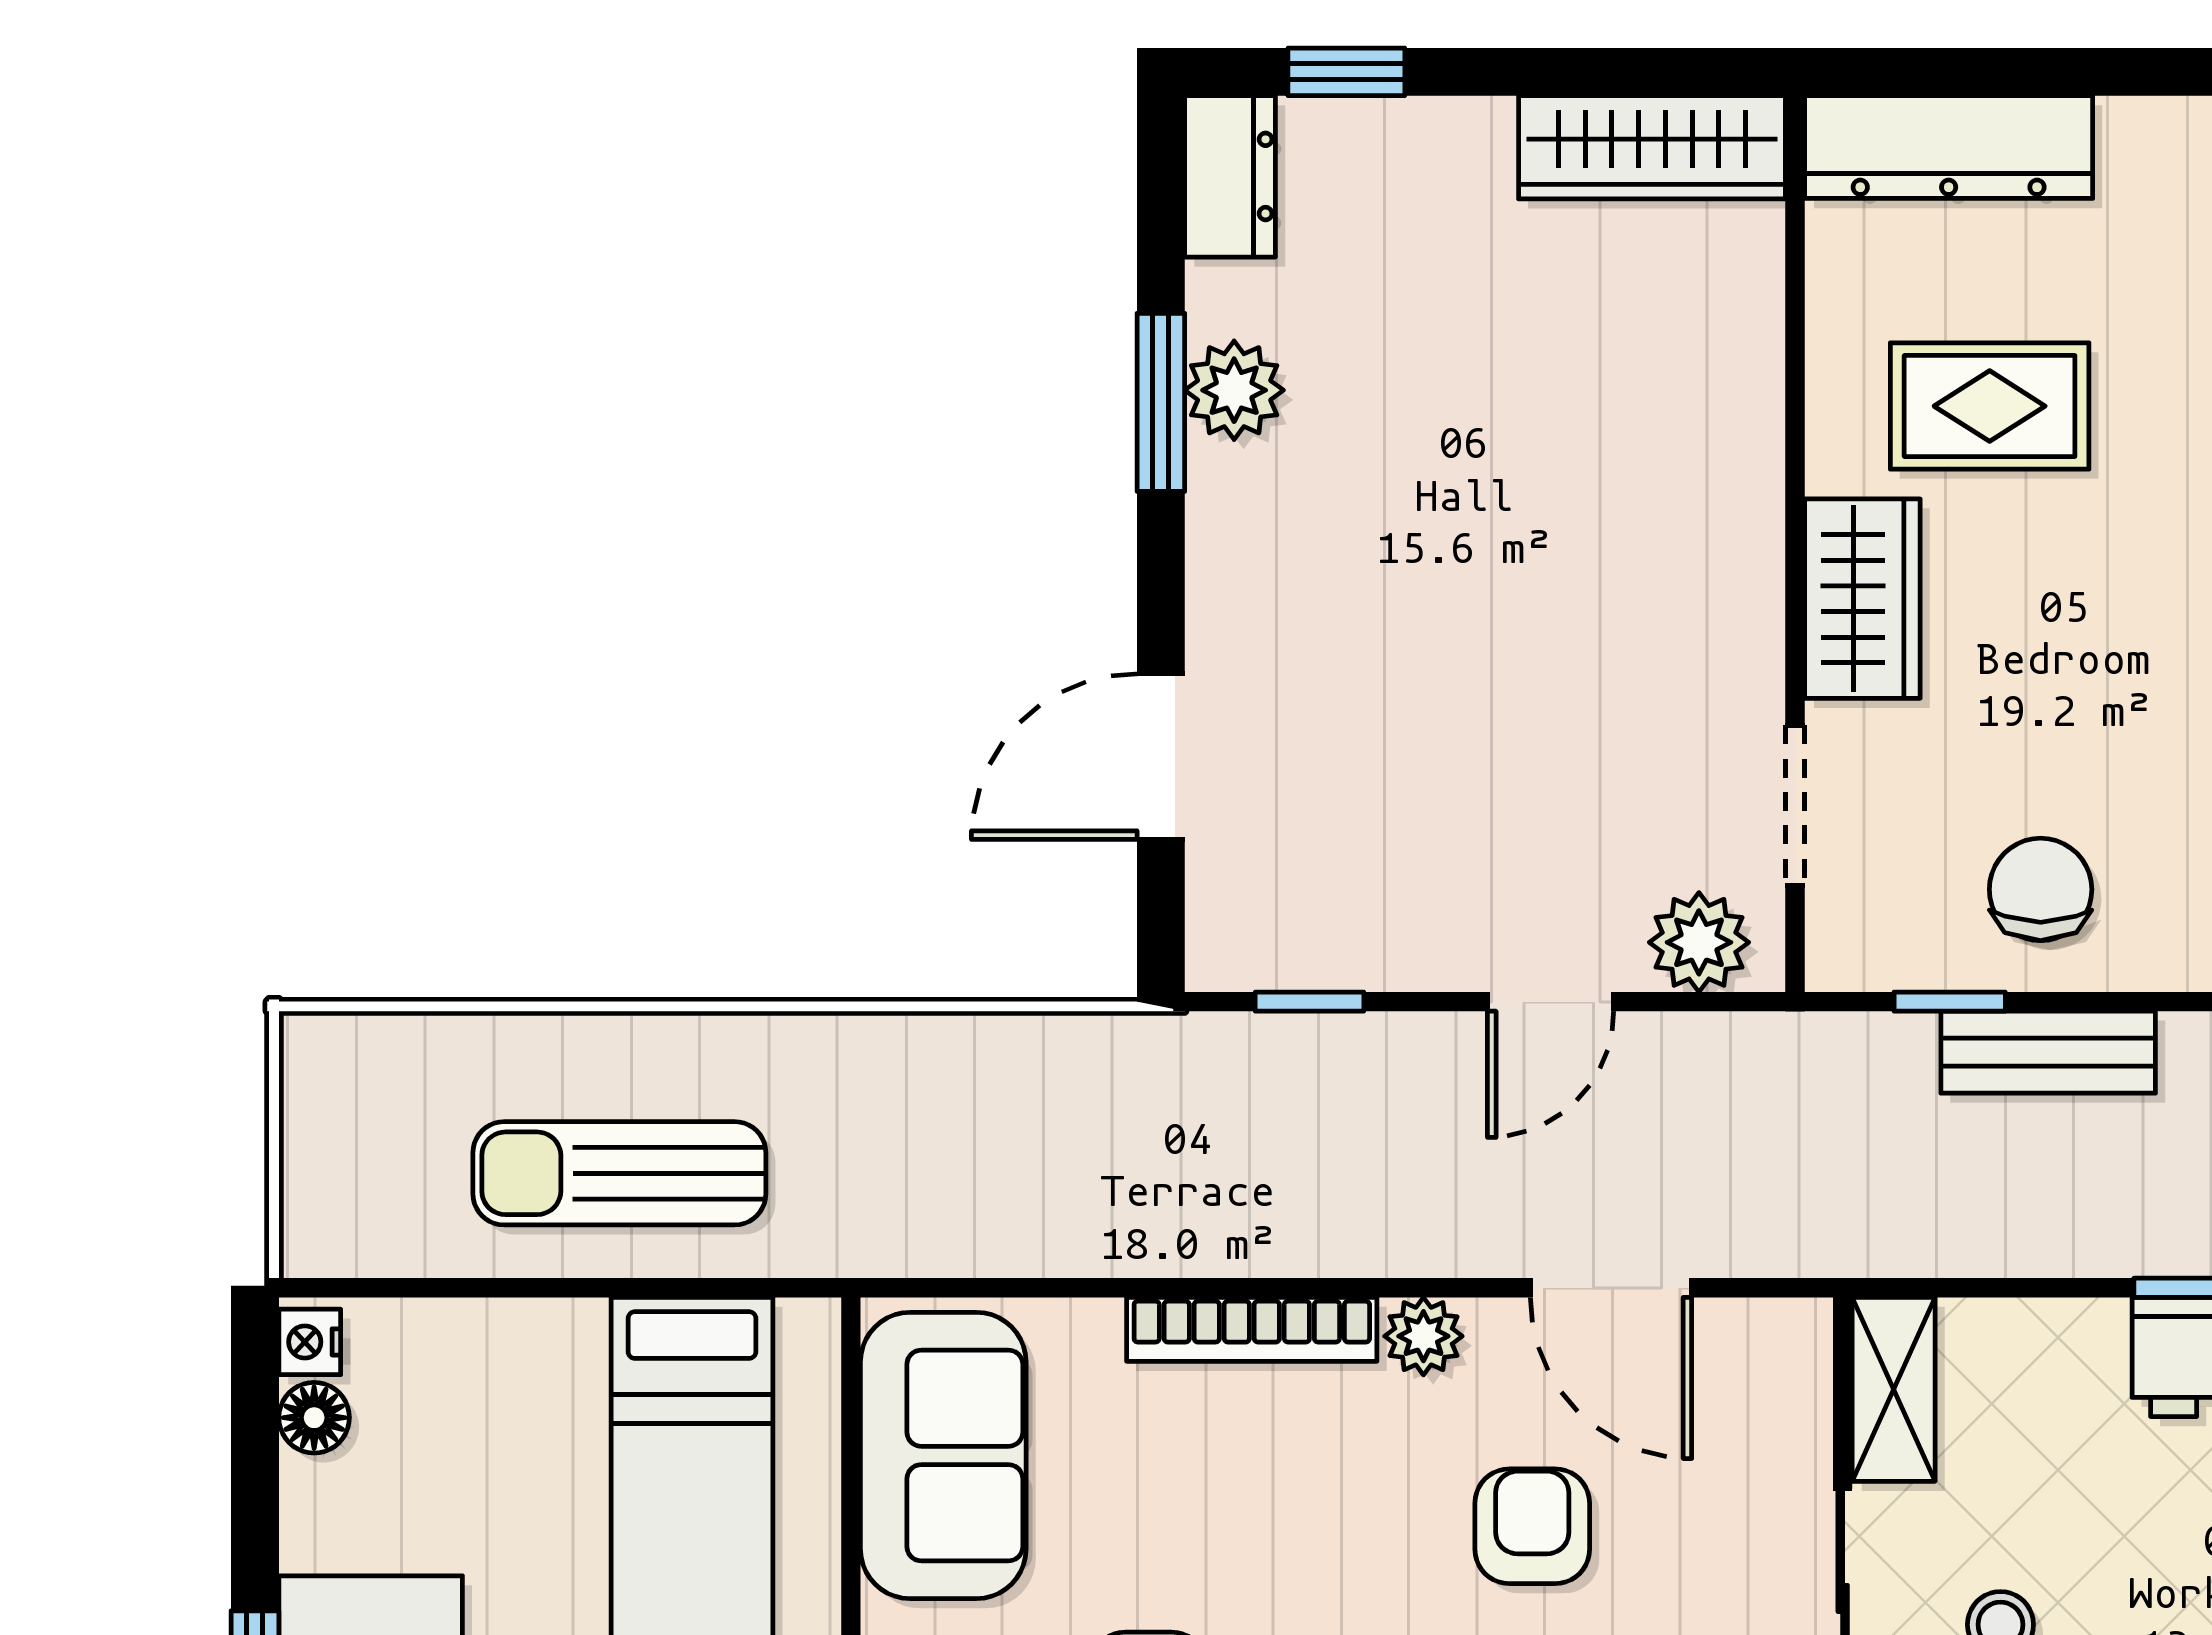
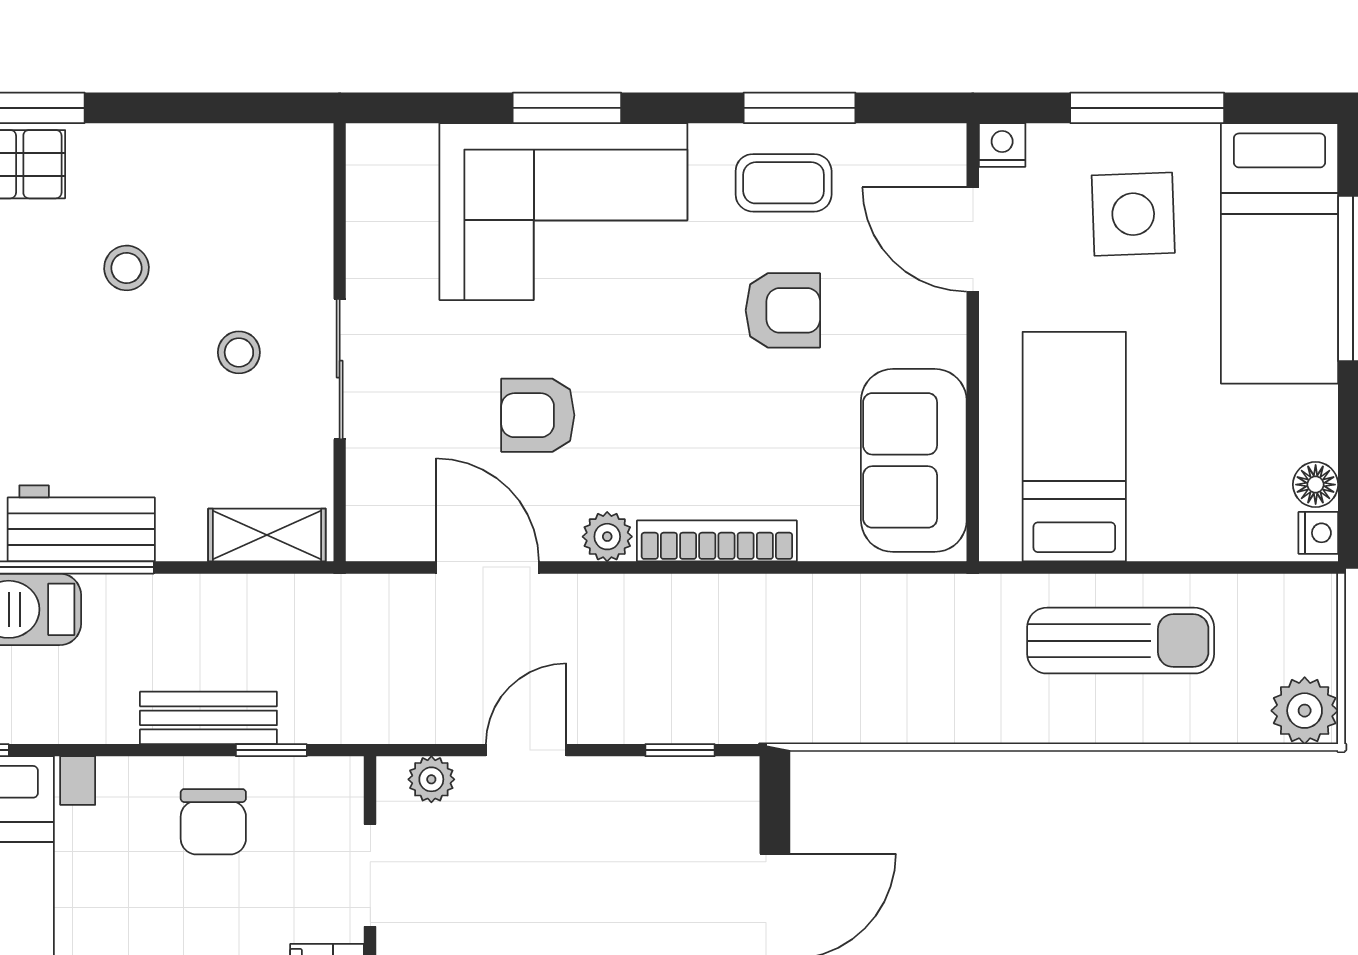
plant: (1699, 942) -> (431, 779), width x0.73, depth x0.73
plant: (331, 1064) -> (1305, 711), added
shelving: (1894, 1389) -> (267, 535), moved, turned 90
armchair: (1532, 1526) -> (538, 415), turned 90

